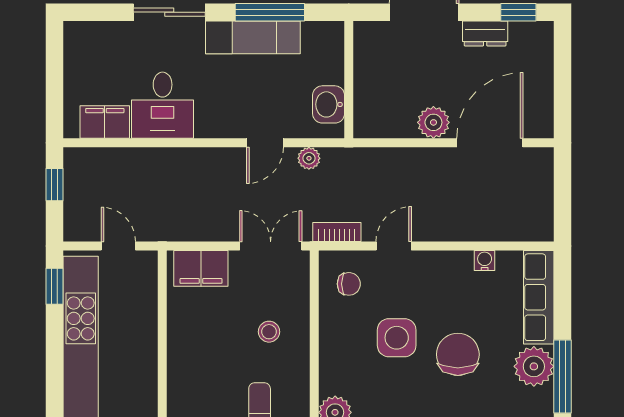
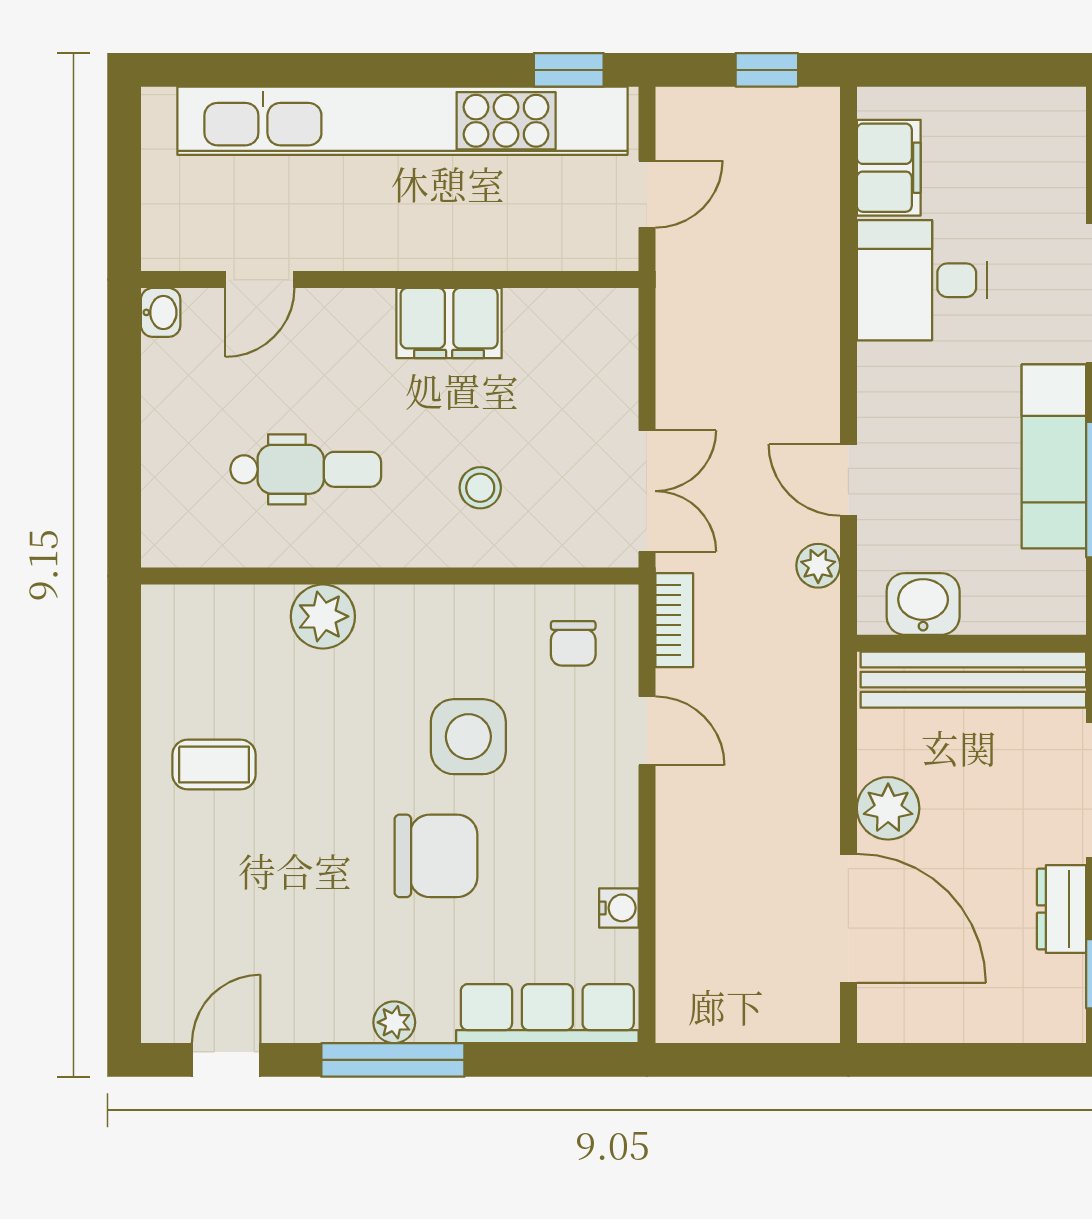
bench: (367, 79) -> (973, 680), added
filing cabinet: (201, 268) -> (449, 323), moved, turned -90
plant: (534, 366) -> (394, 1022), width x0.53, depth x0.53

